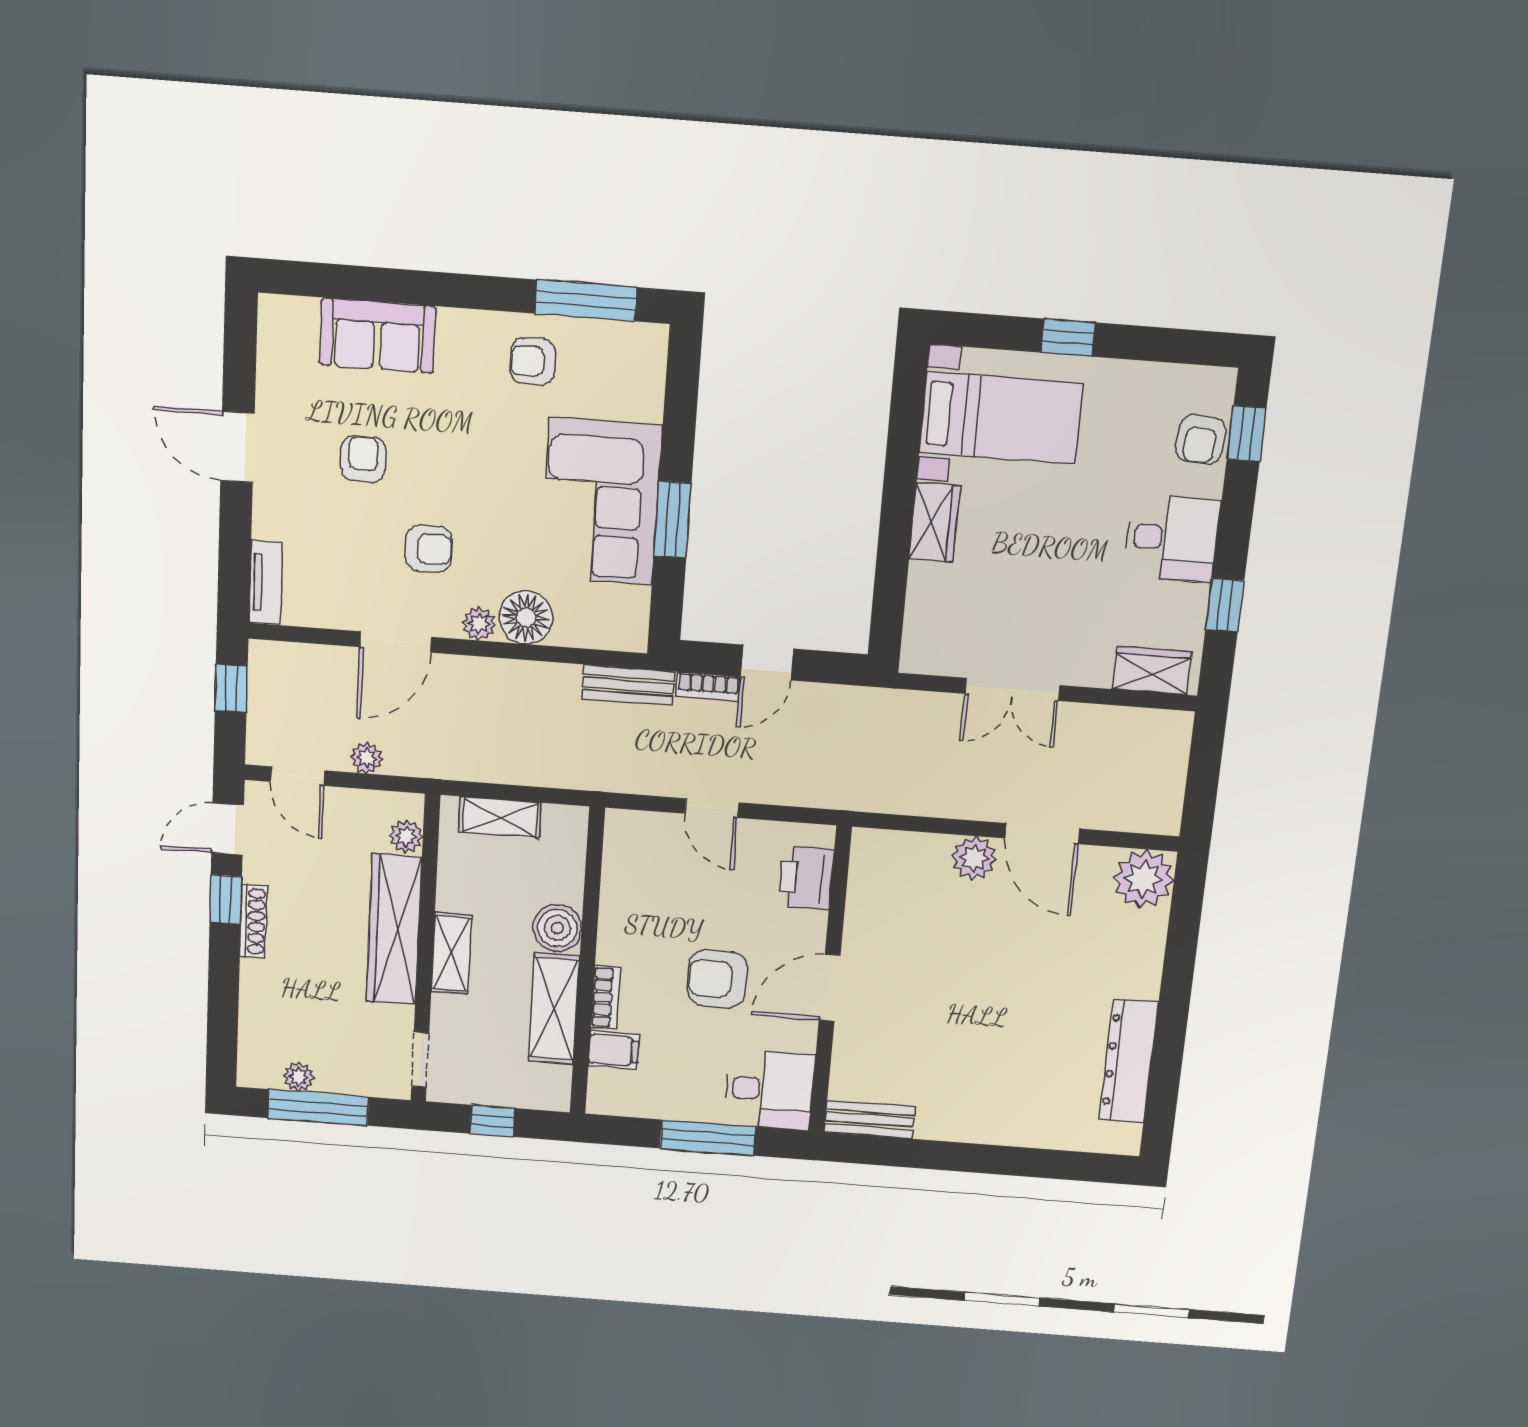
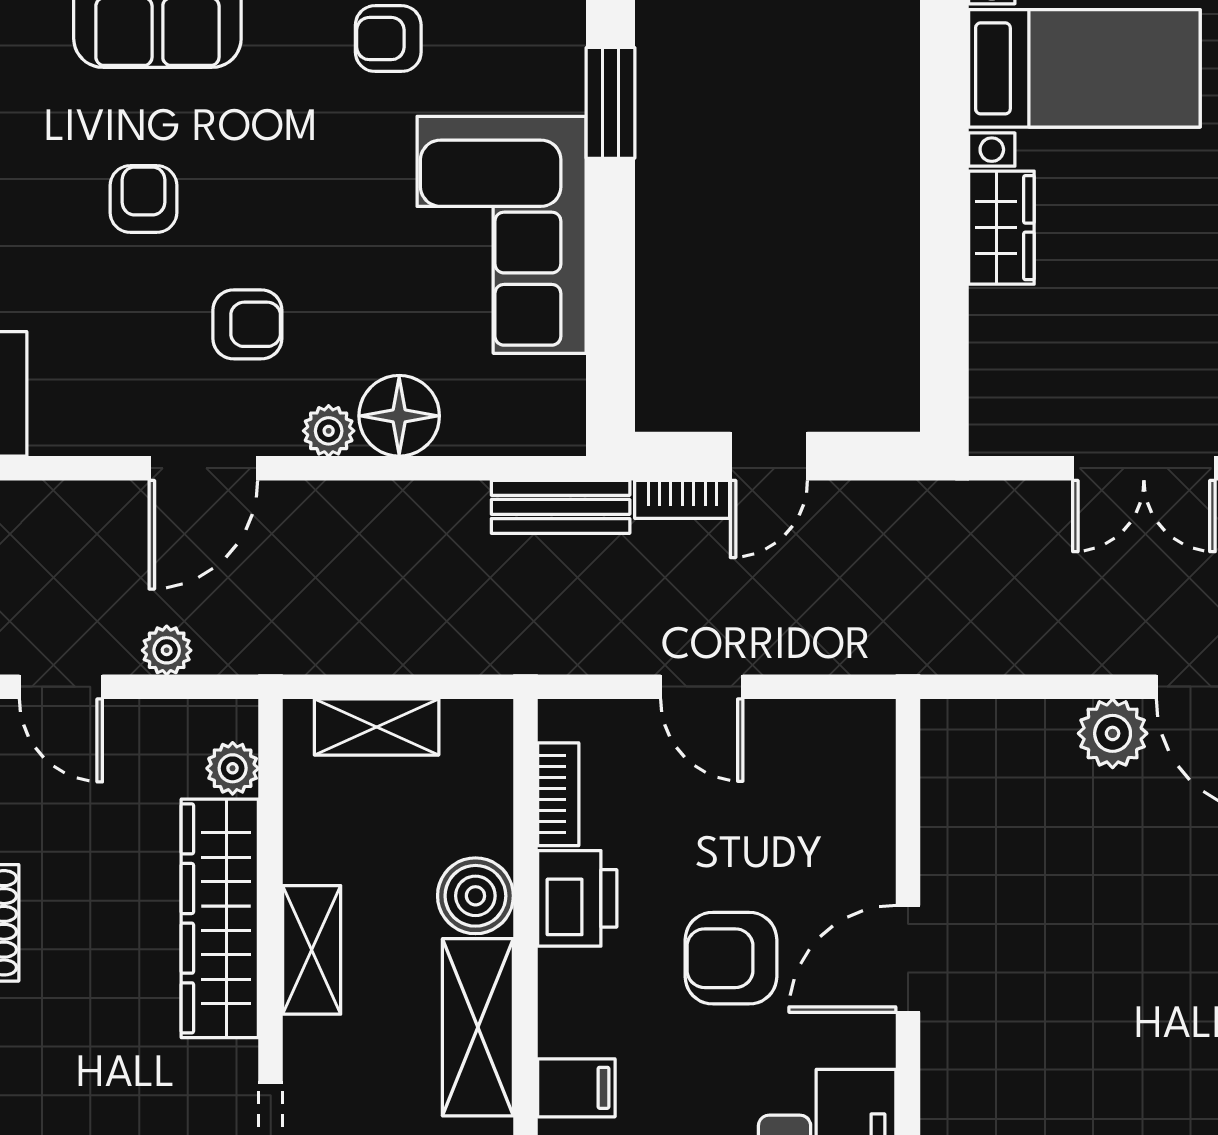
window: (673, 520) -> (610, 103), moved
printer: (806, 878) -> (577, 898), moved, turned 180
bookcase: (606, 998) -> (558, 794), moved

